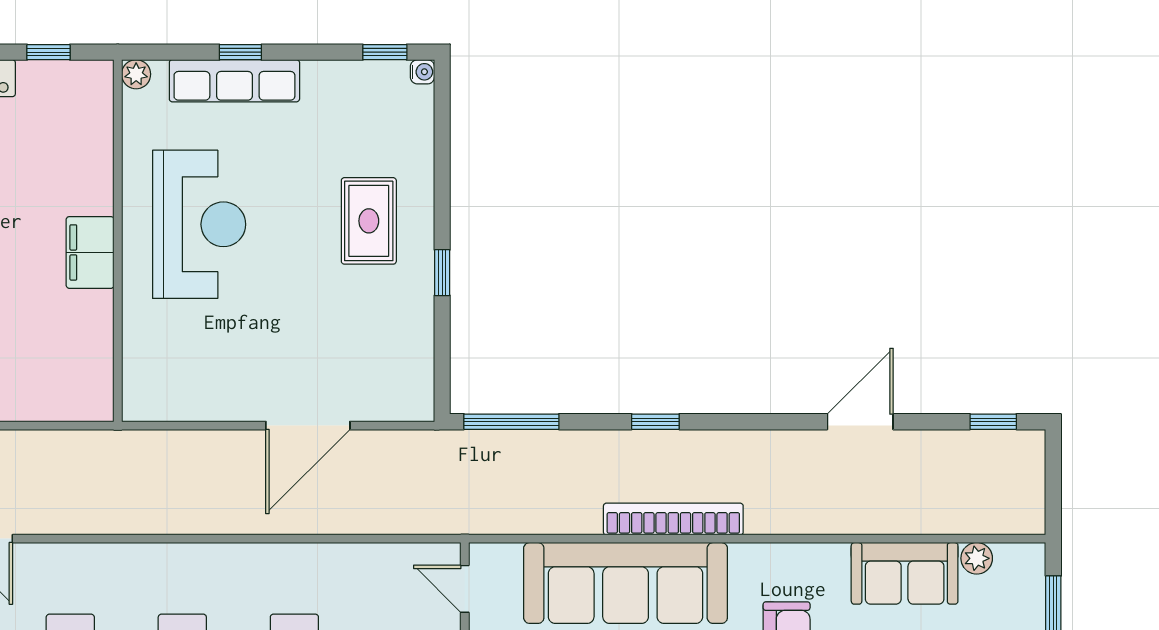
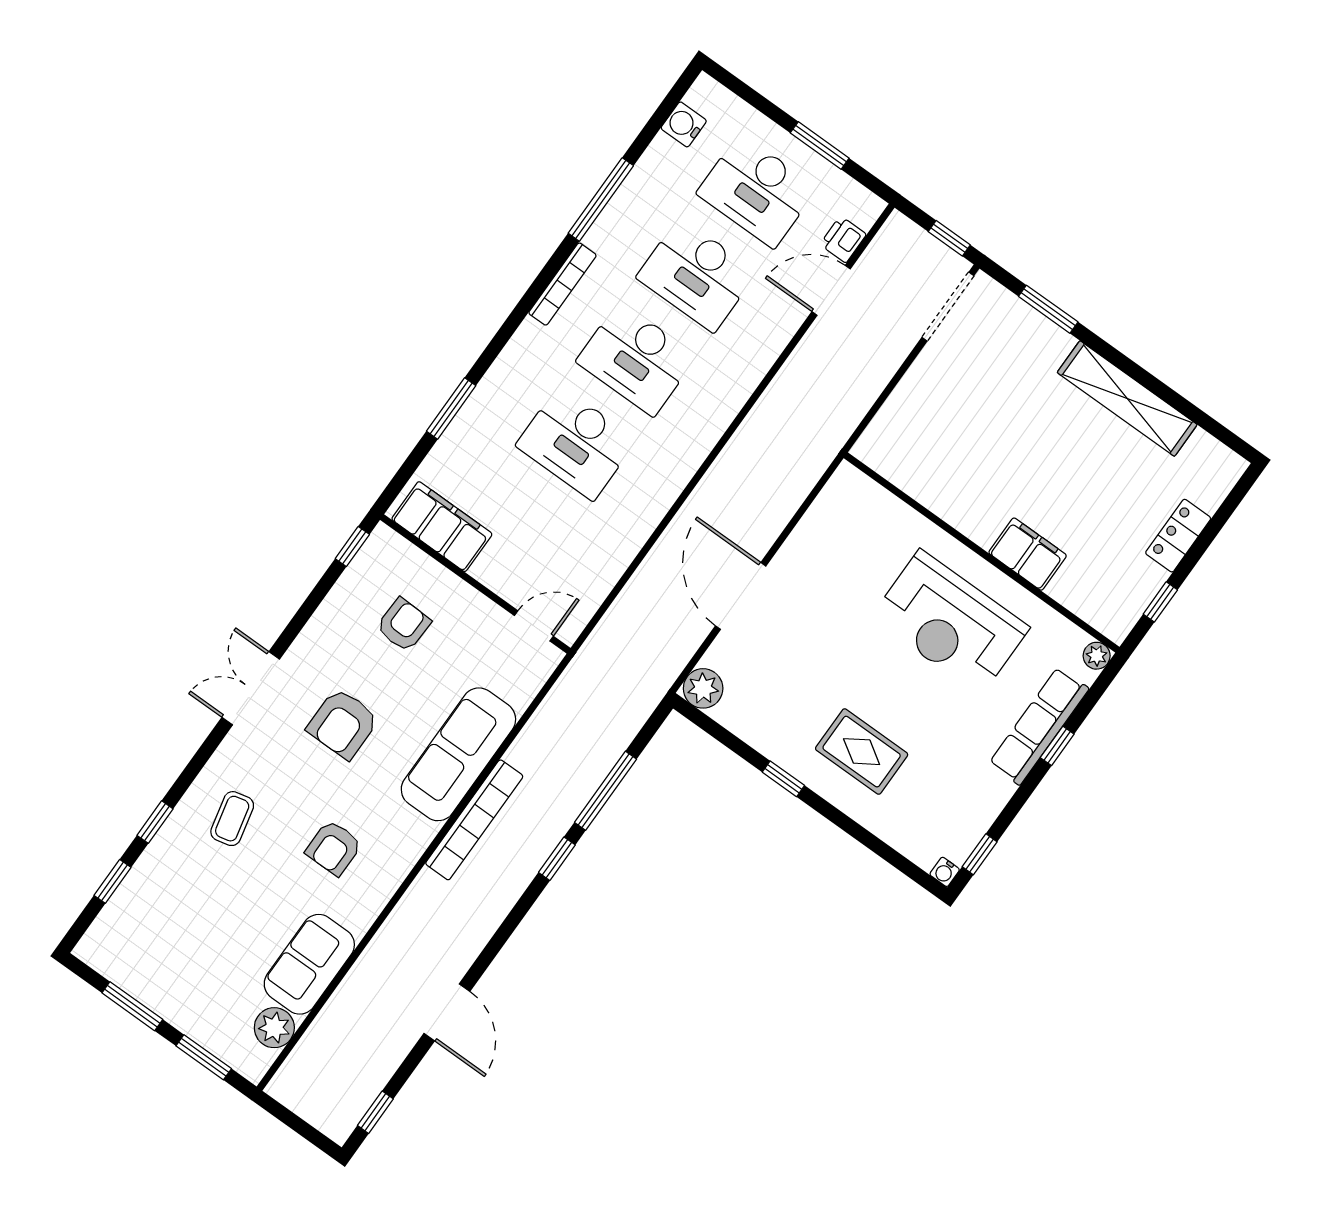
filing cabinet: (90, 252) -> (1028, 554), moved
plant: (413, 400) -> (703, 688), added
window: (511, 422) -> (606, 791), moved
plant: (977, 558) -> (274, 1028), width x1.38, depth x1.38
sofa: (626, 583) -> (458, 754), width x0.74, depth x0.79

